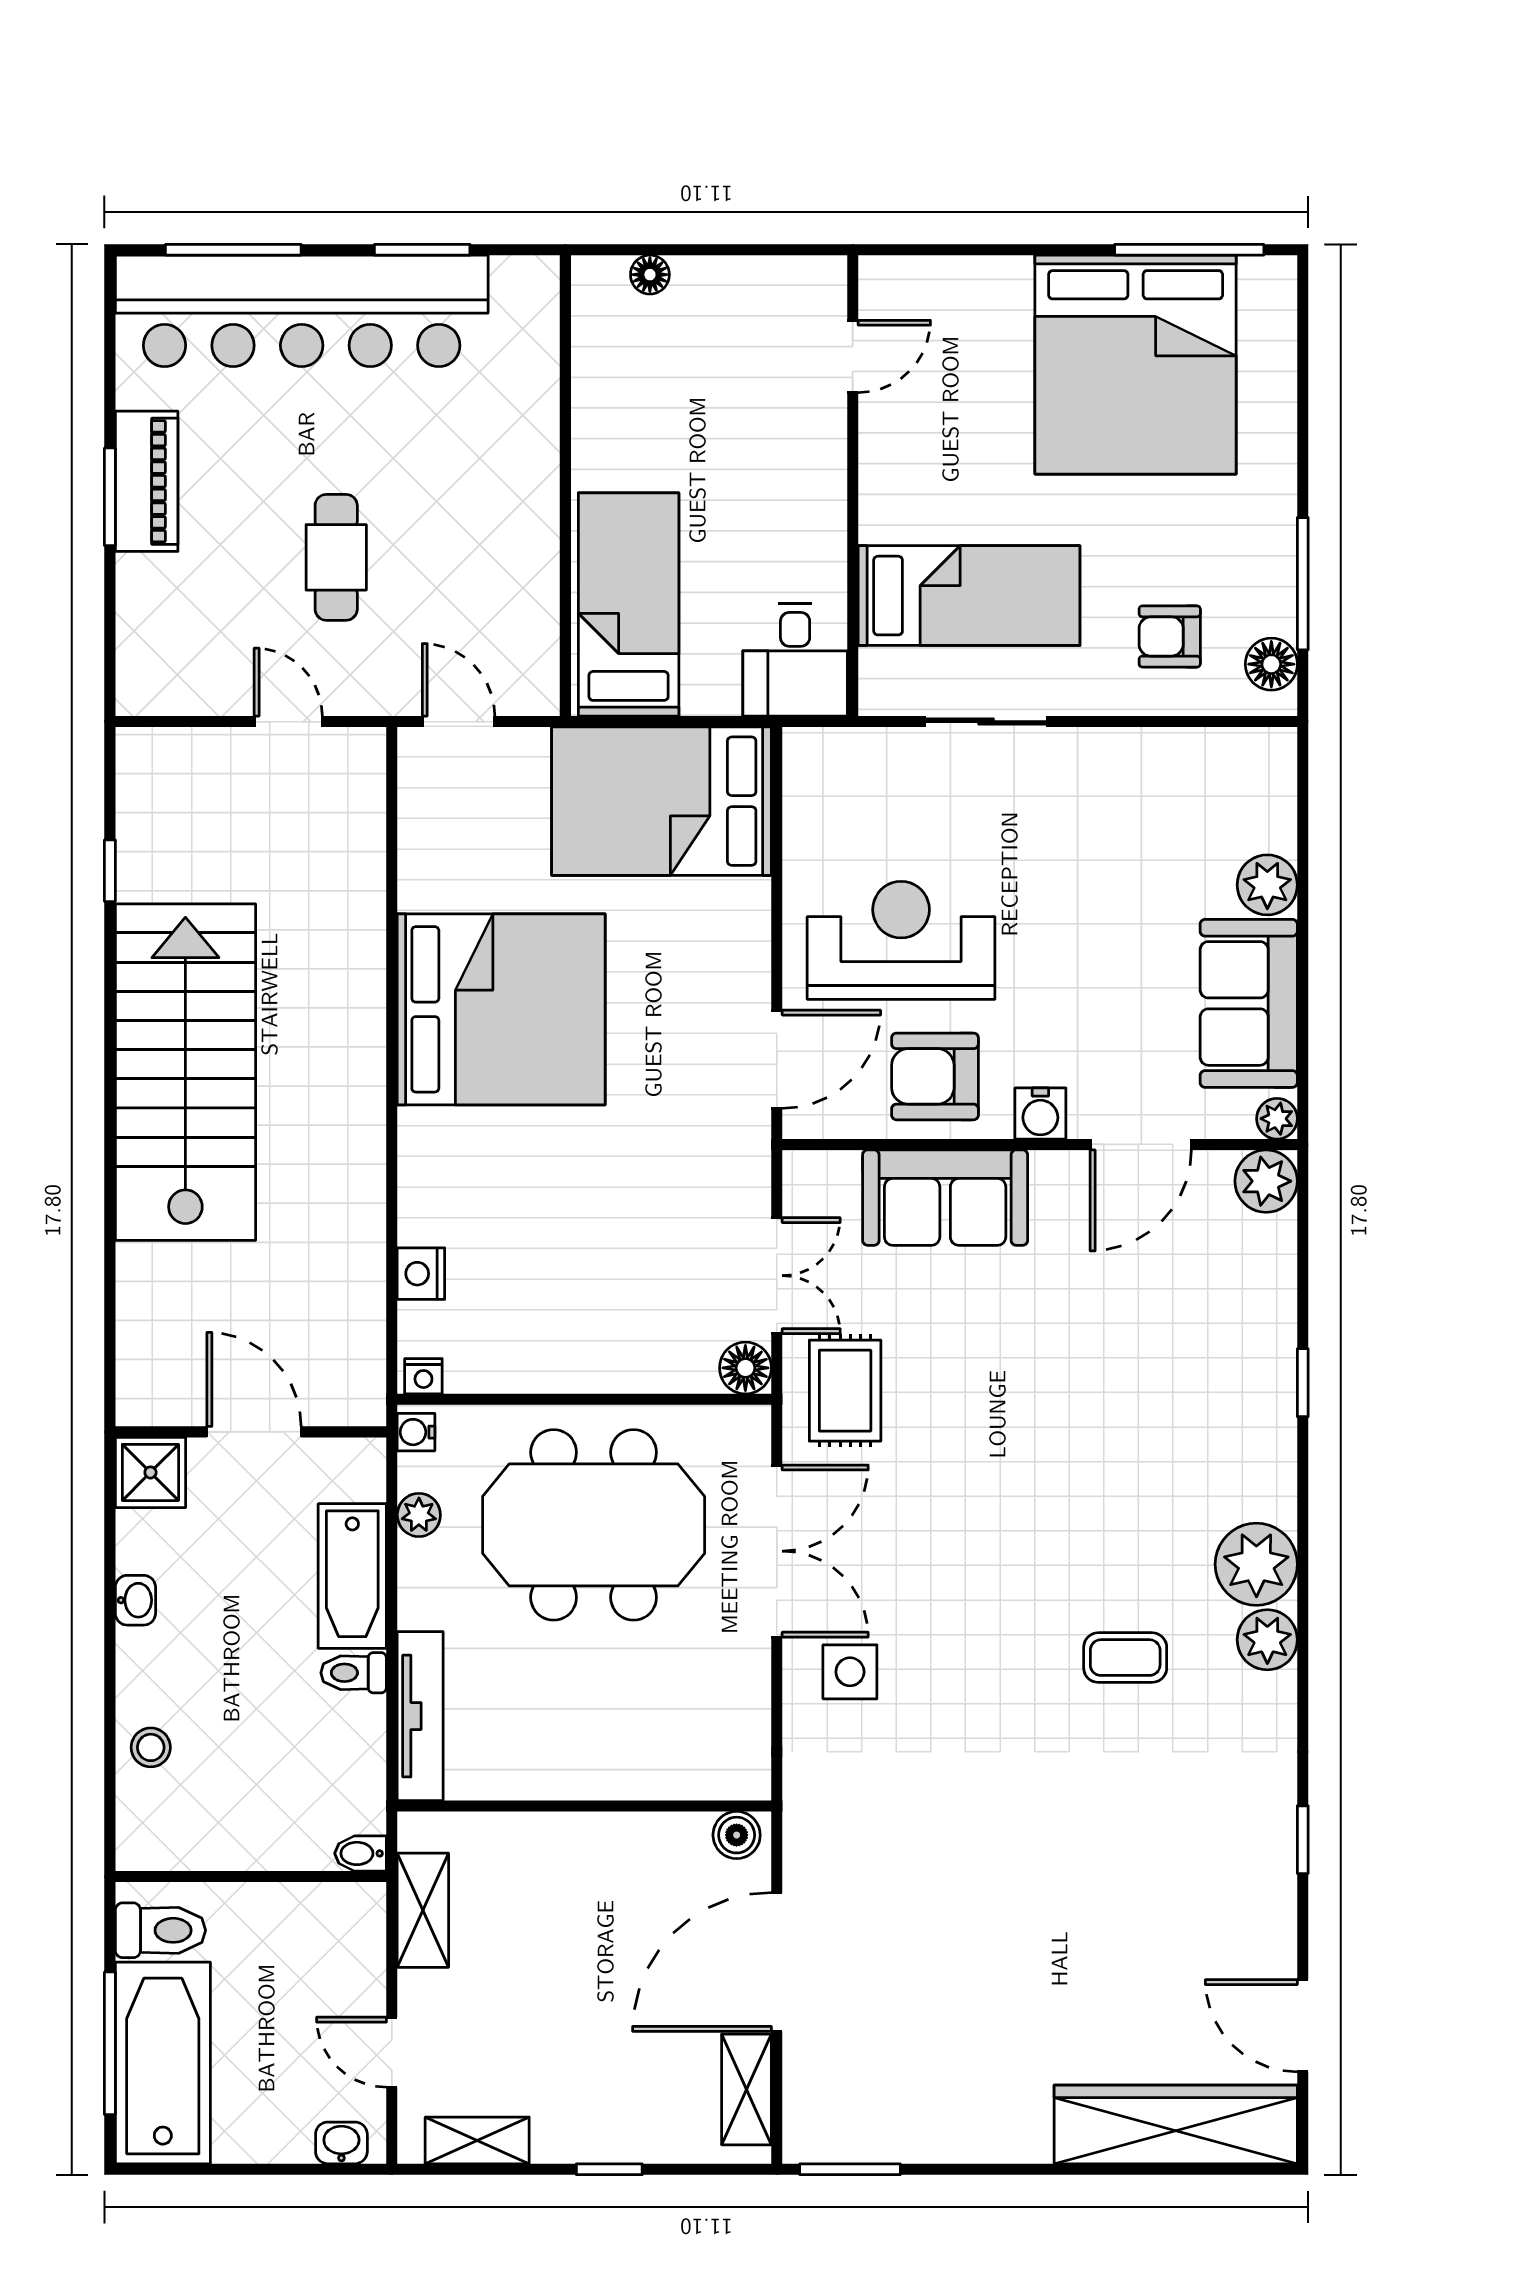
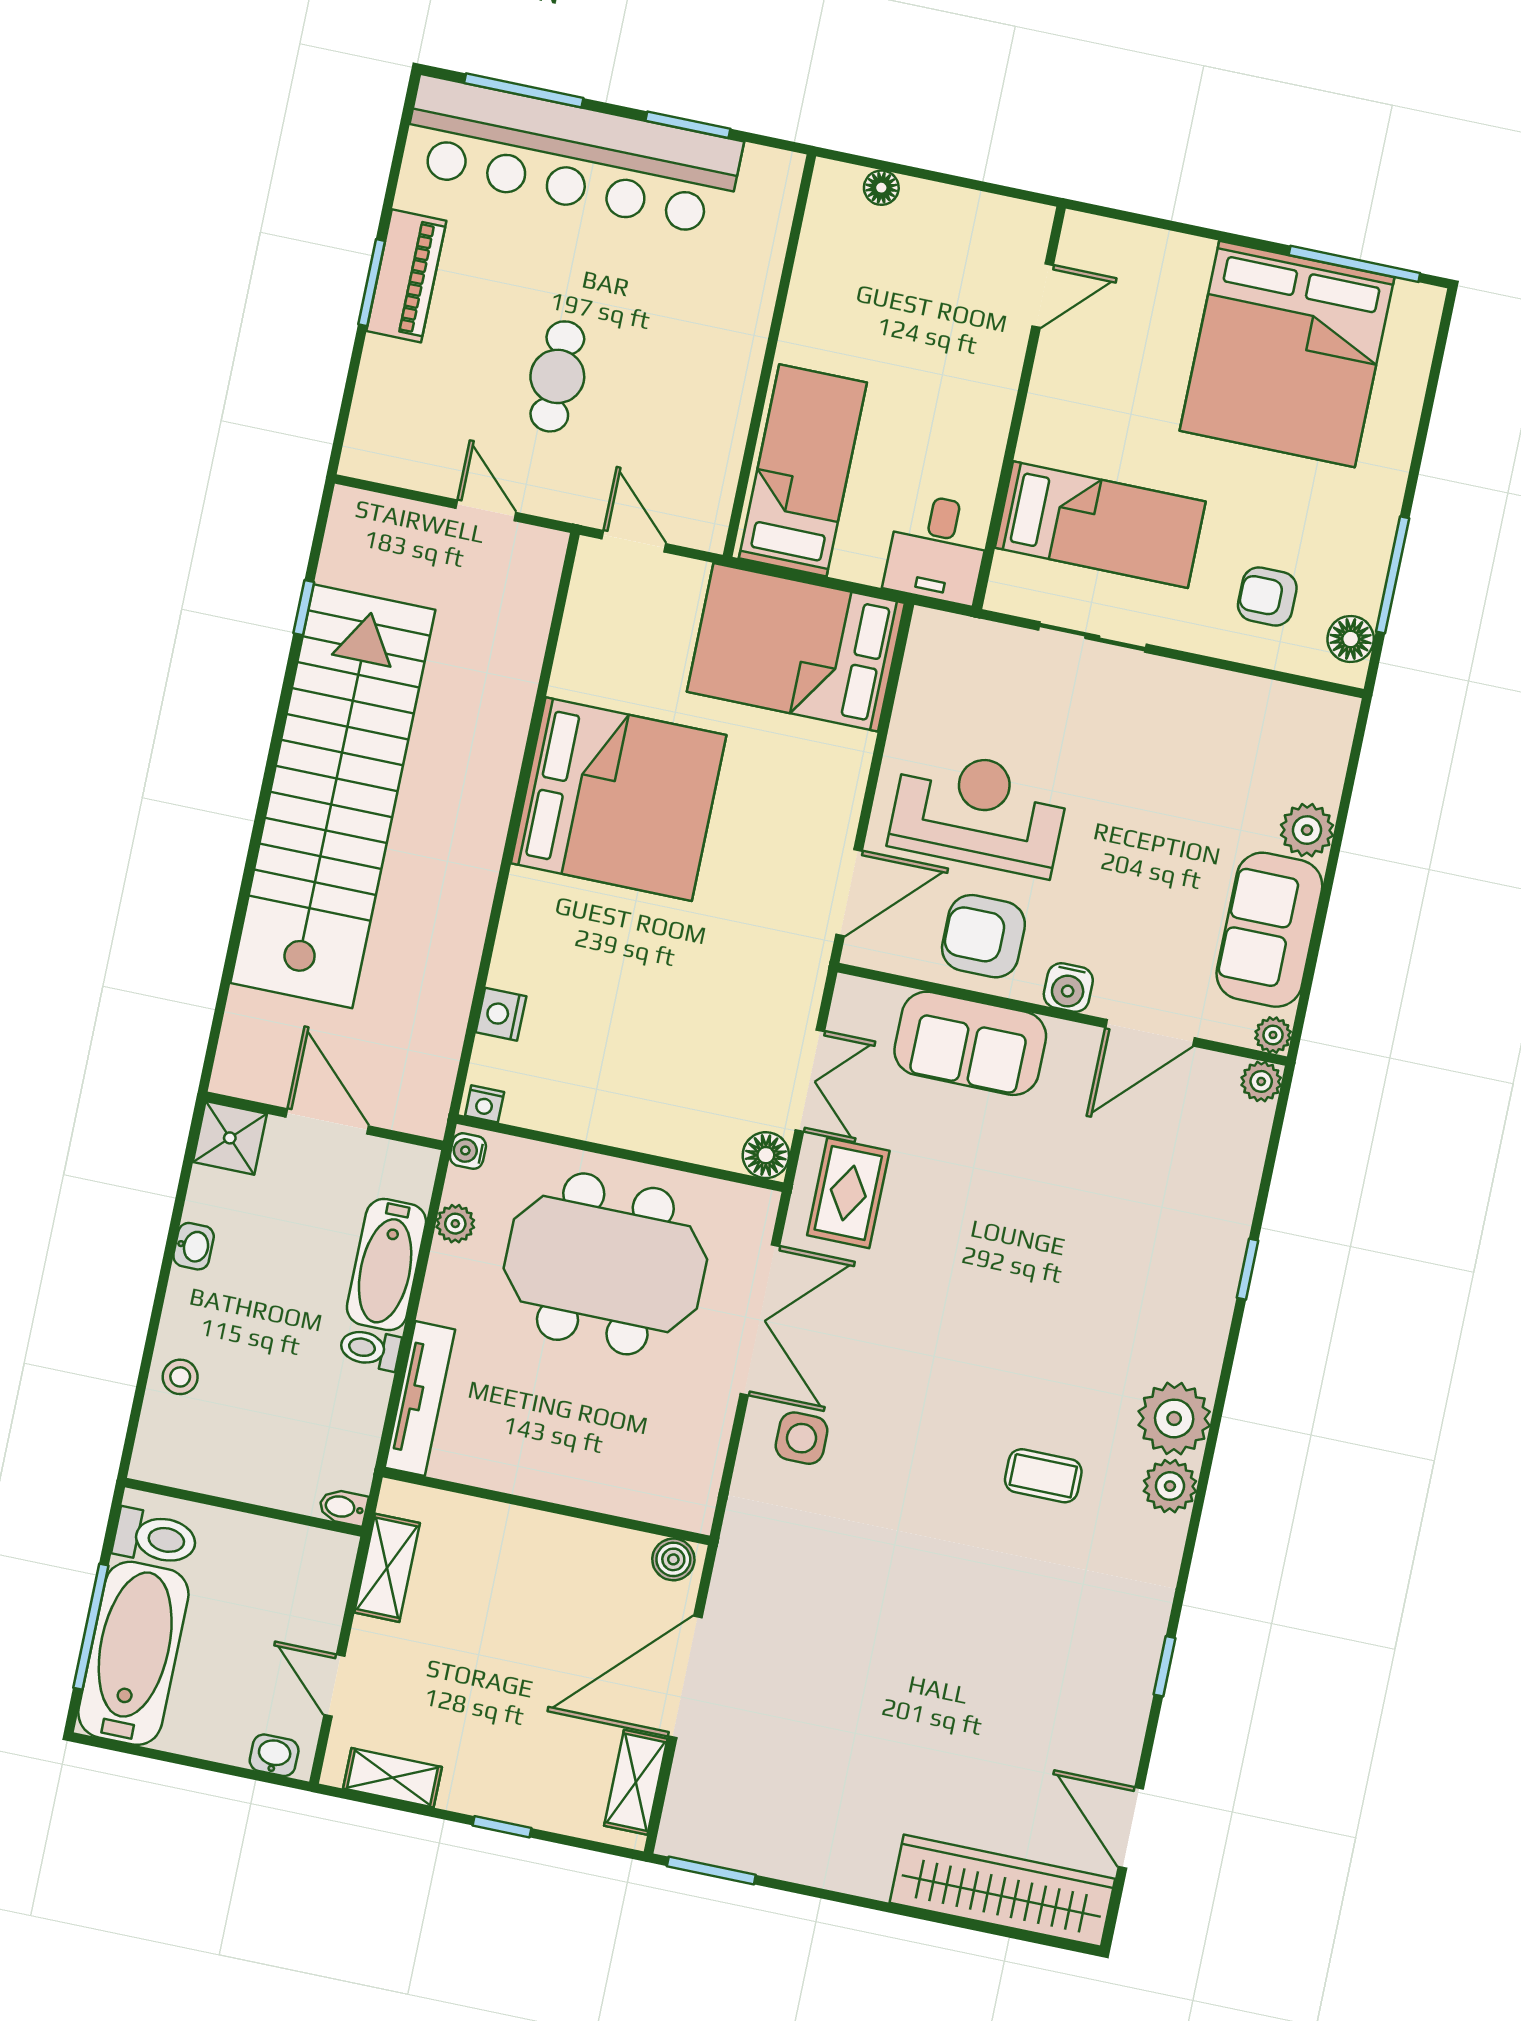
stairs: (185, 1072) -> (333, 796), width x1.36
plant: (1266, 1181) -> (1261, 1081), width x0.73, depth x0.73

